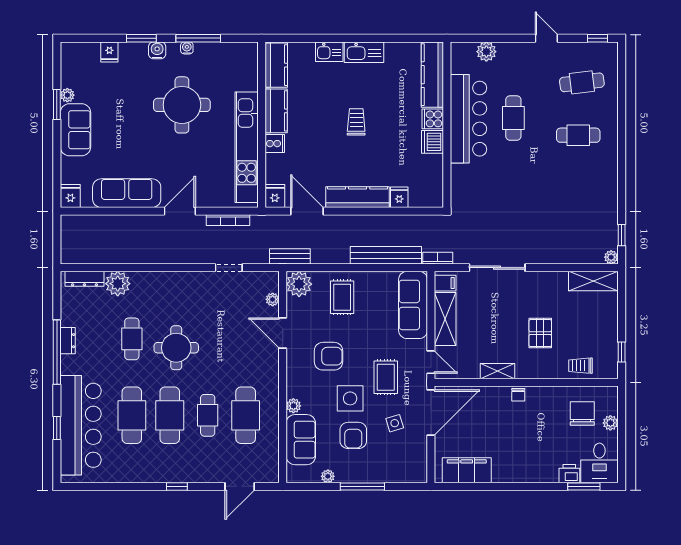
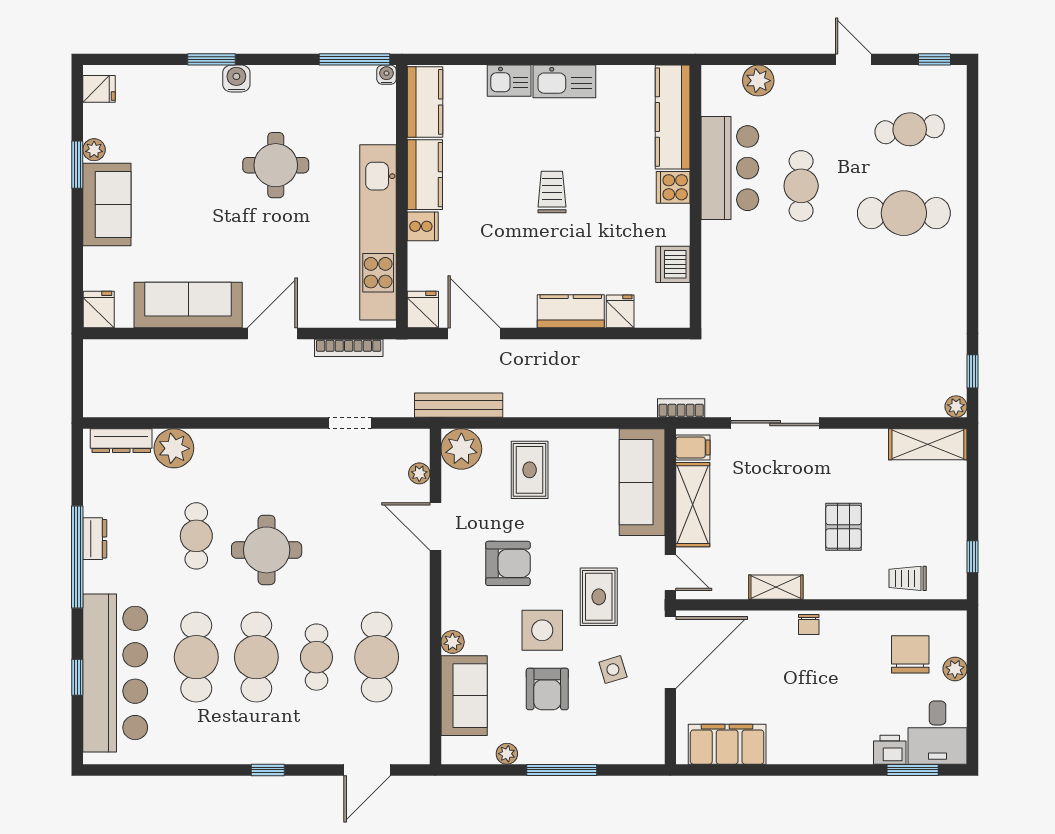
window: (198, 38) -> (354, 59), moved
water cooler: (187, 48) -> (387, 75), moved
fridge: (109, 52) -> (99, 89), moved, turned -90
round table: (182, 105) -> (276, 165), width x0.73, depth x0.73
bar counter: (468, 119) -> (730, 168), width x0.73
cafe table: (578, 135) -> (904, 213), width x1.37, depth x1.35
dishwasher: (433, 142) -> (673, 264), moved
kitchen counter: (358, 197) -> (571, 311), width x0.67
bench: (386, 255) -> (599, 403), removed
bench: (290, 256) -> (459, 405), width x1.36

